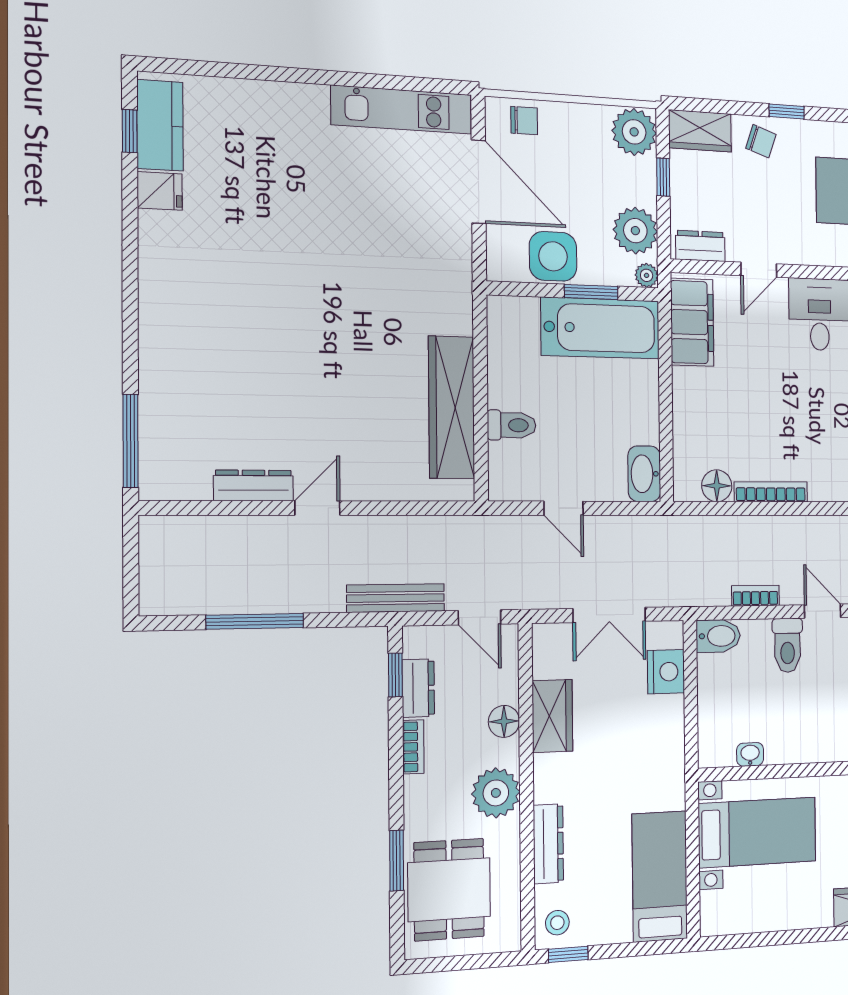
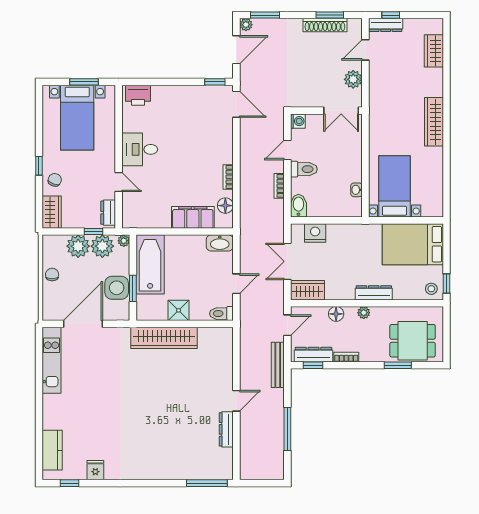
chair: (524, 121) -> (52, 275), moved
kitchen counter: (160, 125) -> (52, 450), moved, turned 90
plant: (634, 132) -> (78, 246), moved
window: (663, 177) -> (93, 232), moved
window: (591, 292) -> (133, 288), moved
filing cabinet: (692, 322) -> (193, 217), moved
shower: (508, 385) -> (179, 310), added
wardrobe: (452, 407) -> (164, 338), moved
toilet: (512, 425) -> (221, 314), moved, turned -90
bookcase: (771, 492) -> (228, 177), width x0.64
door: (317, 508) -> (236, 401), swing flipped
double door: (609, 615) -> (287, 261), swing flipped
dresser: (418, 688) -> (314, 355), width x1.44
wardrobe: (552, 716) -> (307, 290), moved
plant: (496, 793) -> (364, 313), width x0.53, depth x0.53
dresser: (548, 844) -> (374, 293), moved
bed: (660, 876) -> (413, 244), width x1.50

